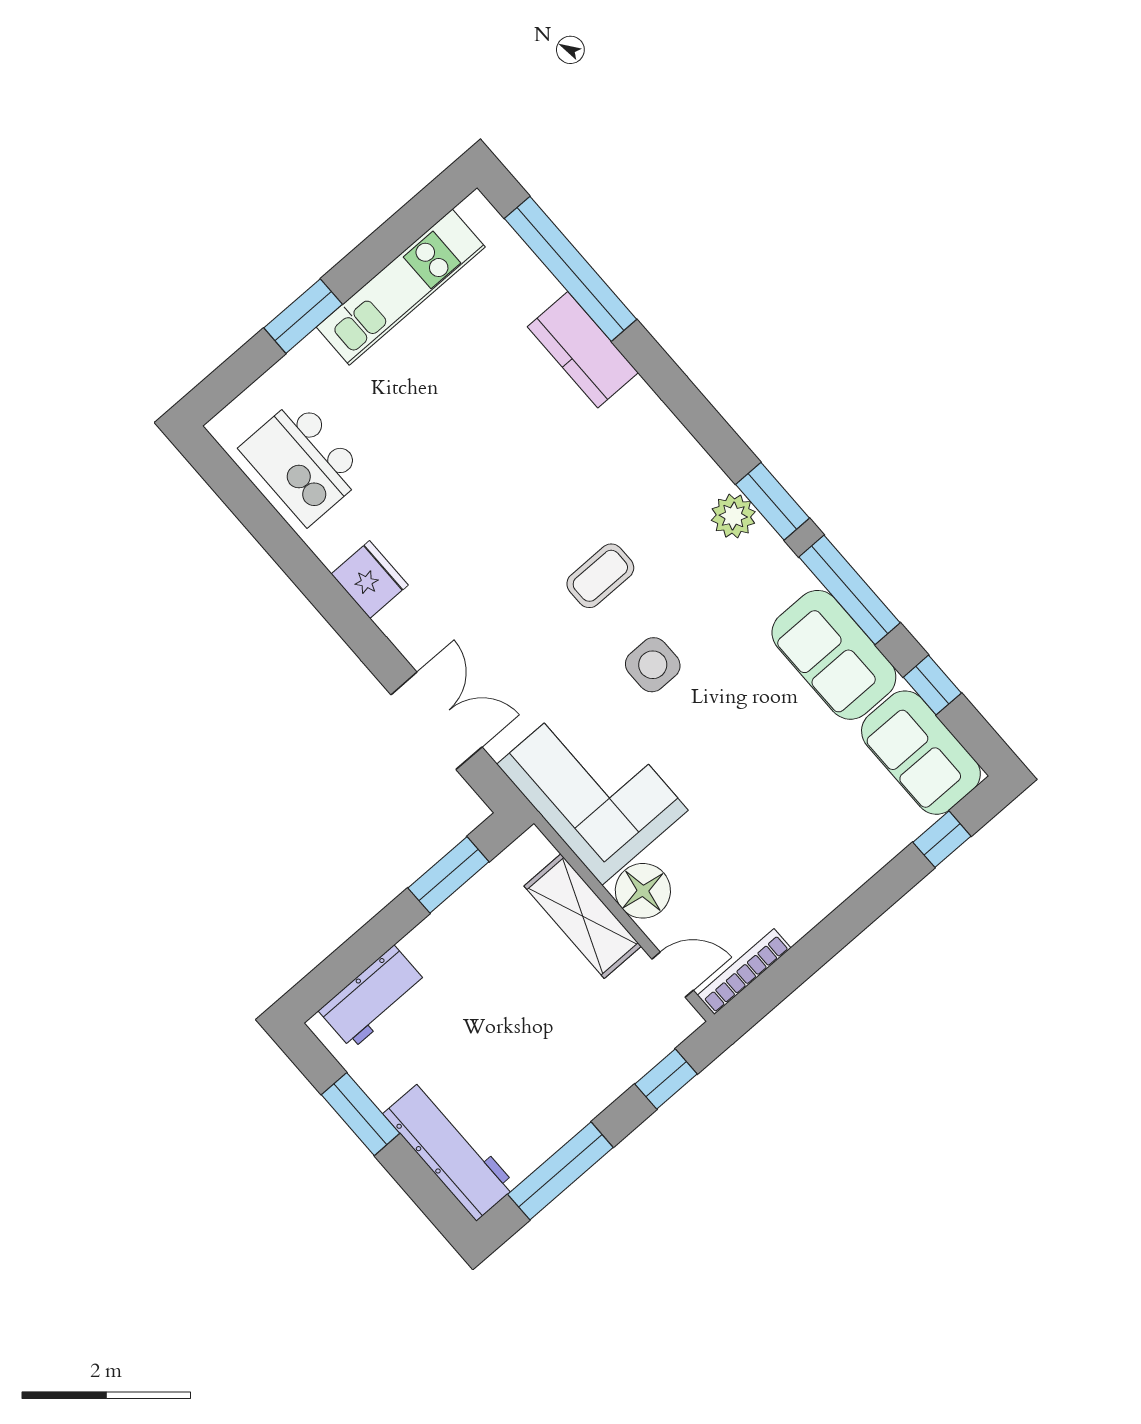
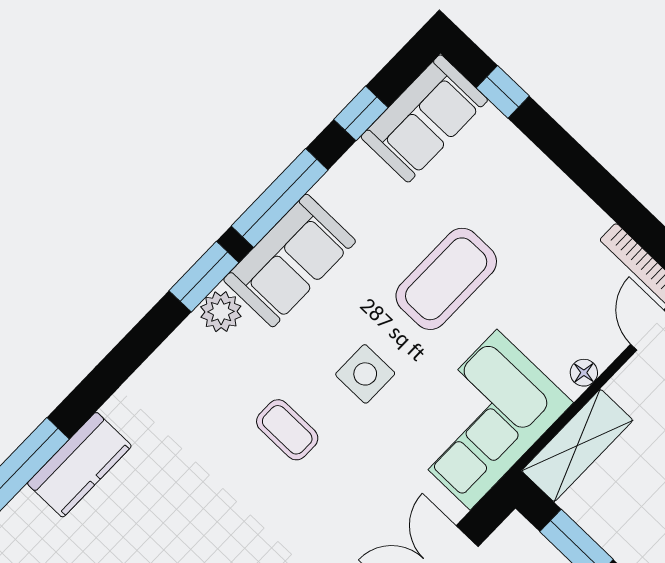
sofa: (834, 655) -> (290, 261), moved
coffee table: (747, 761) -> (446, 279), added
floor lamp: (643, 891) -> (584, 373), width x0.53, depth x0.53
shelving: (583, 916) -> (577, 445), moved

